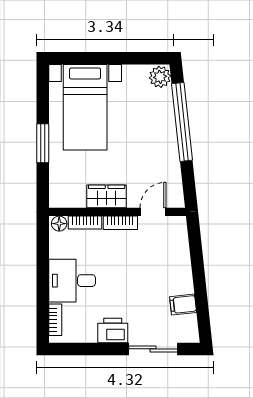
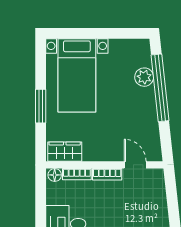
plant: (160, 77) -> (144, 77), moved
wardrobe: (107, 196) -> (65, 152), moved
door: (153, 212) -> (135, 165), hinge flipped

